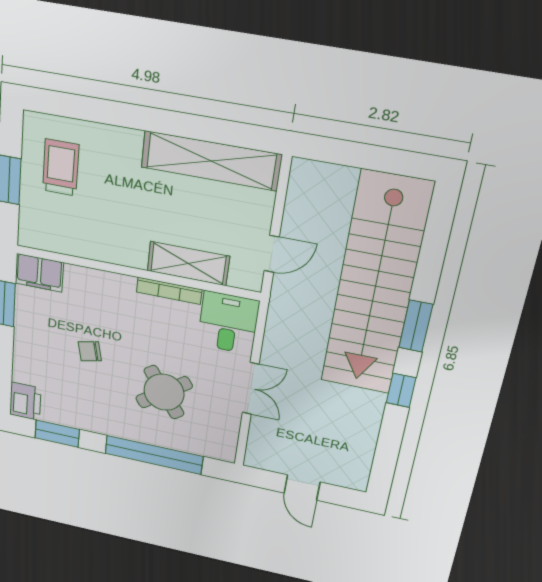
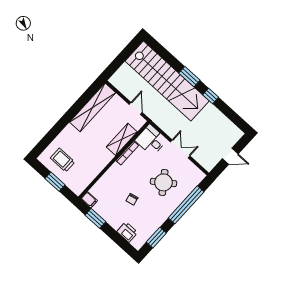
filing cabinet: (39, 273) -> (89, 200), width x0.50
printer: (25, 401) -> (127, 232), moved

